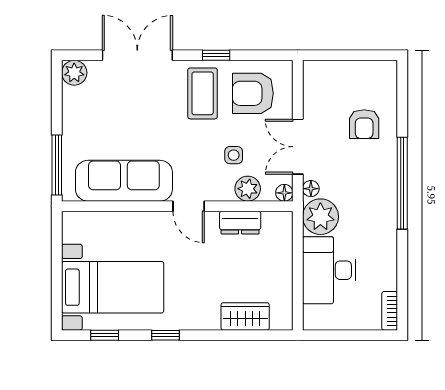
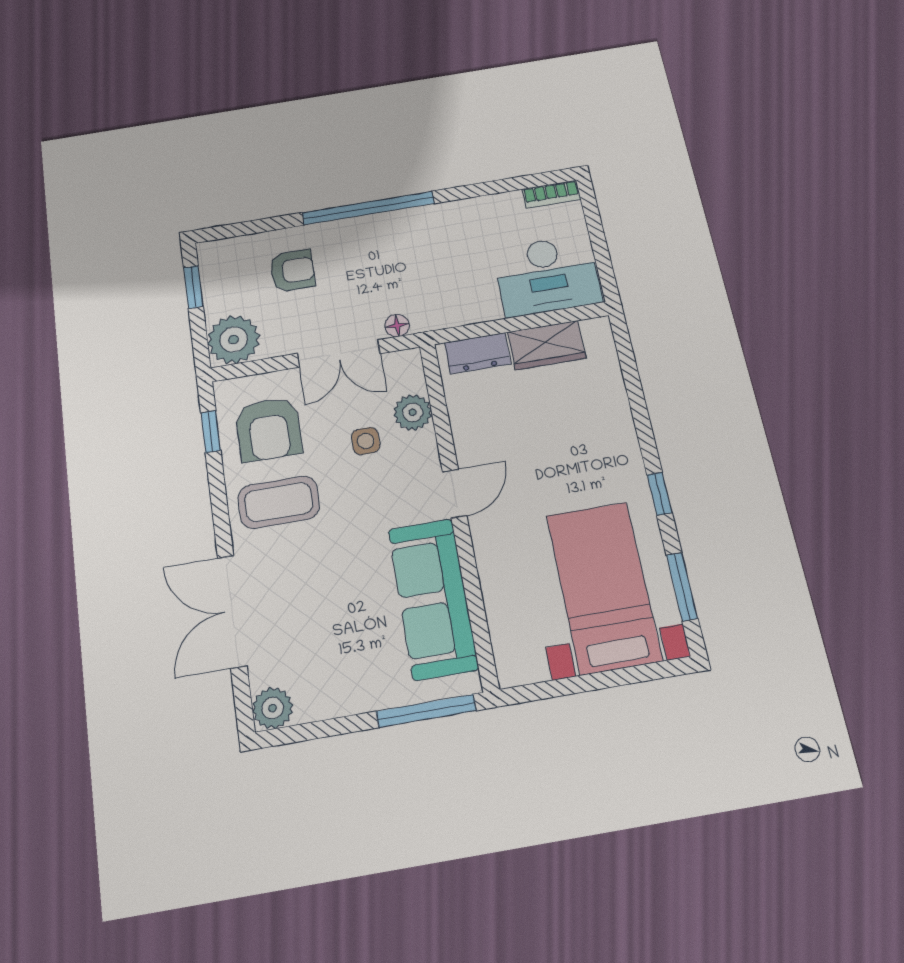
window: (216, 55) -> (211, 432), moved
window: (364, 55) -> (193, 287), added
floor lamp: (284, 193) -> (410, 360), removed
plant: (320, 217) -> (234, 339), moved
dresser: (240, 223) -> (478, 353), moved, turned 90
desk: (329, 270) -> (547, 275), moved
wardrobe: (245, 316) -> (547, 345), moved, turned -90
window: (105, 335) -> (682, 587), width x1.50

